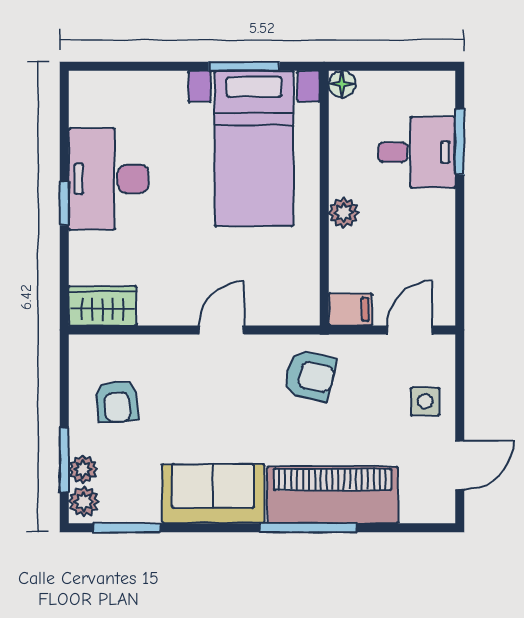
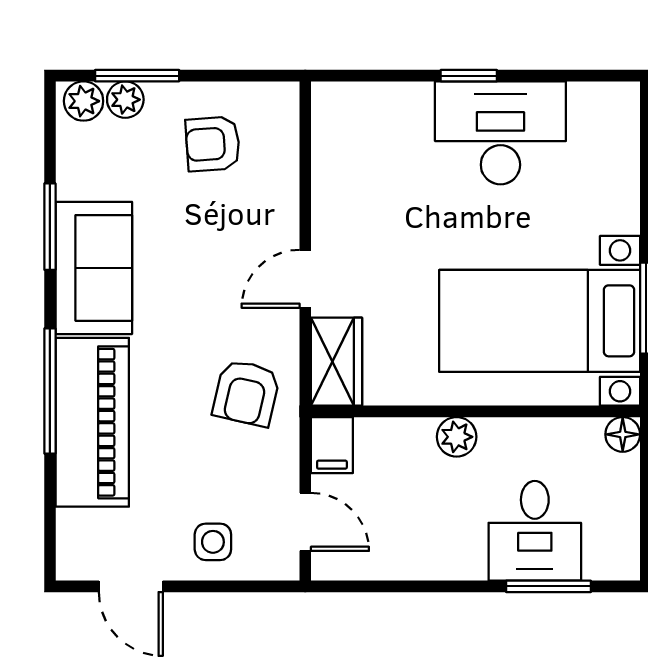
wardrobe: (103, 306) -> (336, 362), moved
door: (222, 330) -> (305, 279), swing flipped
window: (127, 528) -> (50, 227), moved

